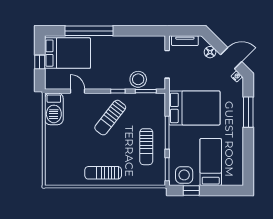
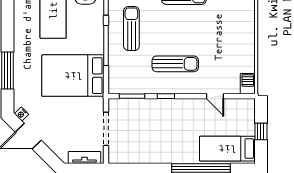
floor lamp: (210, 52) -> (54, 143), removed
bed: (67, 53) -> (227, 149), width x0.67
stool: (138, 79) -> (141, 110), removed
barbecue: (54, 109) -> (248, 84), width x0.53, depth x0.65
sun lounger: (110, 118) -> (175, 64), turned 52

